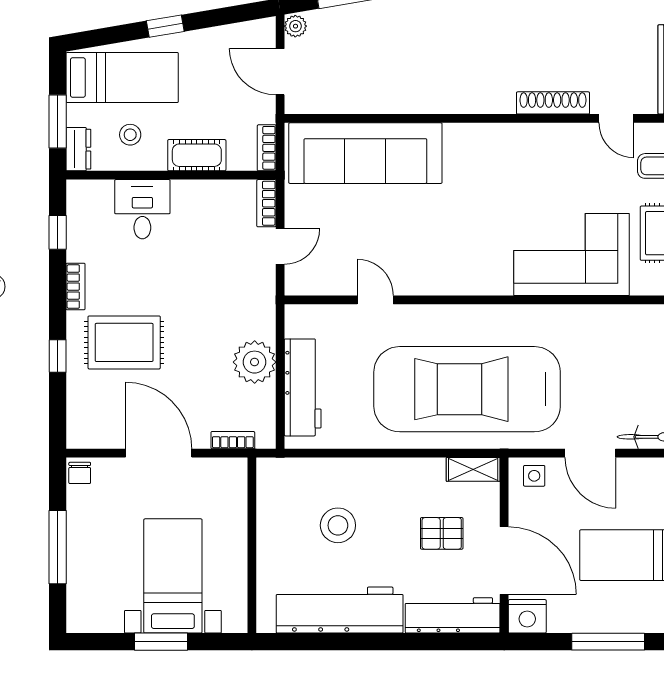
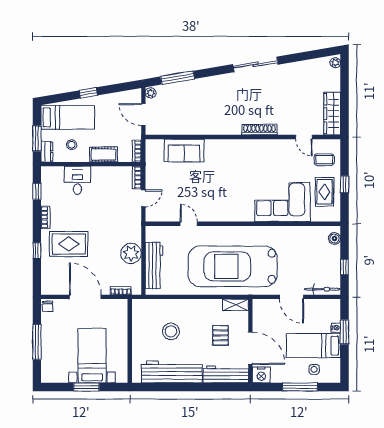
shoe rack: (553, 103) -> (259, 130), moved
sofa: (365, 153) -> (184, 150), width x0.54, depth x0.79
side table: (534, 476) -> (314, 369), moved
pallet: (442, 533) -> (220, 335), turned 90

